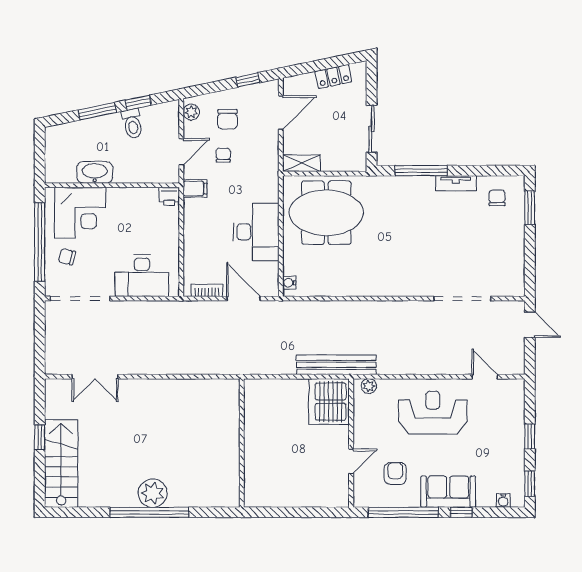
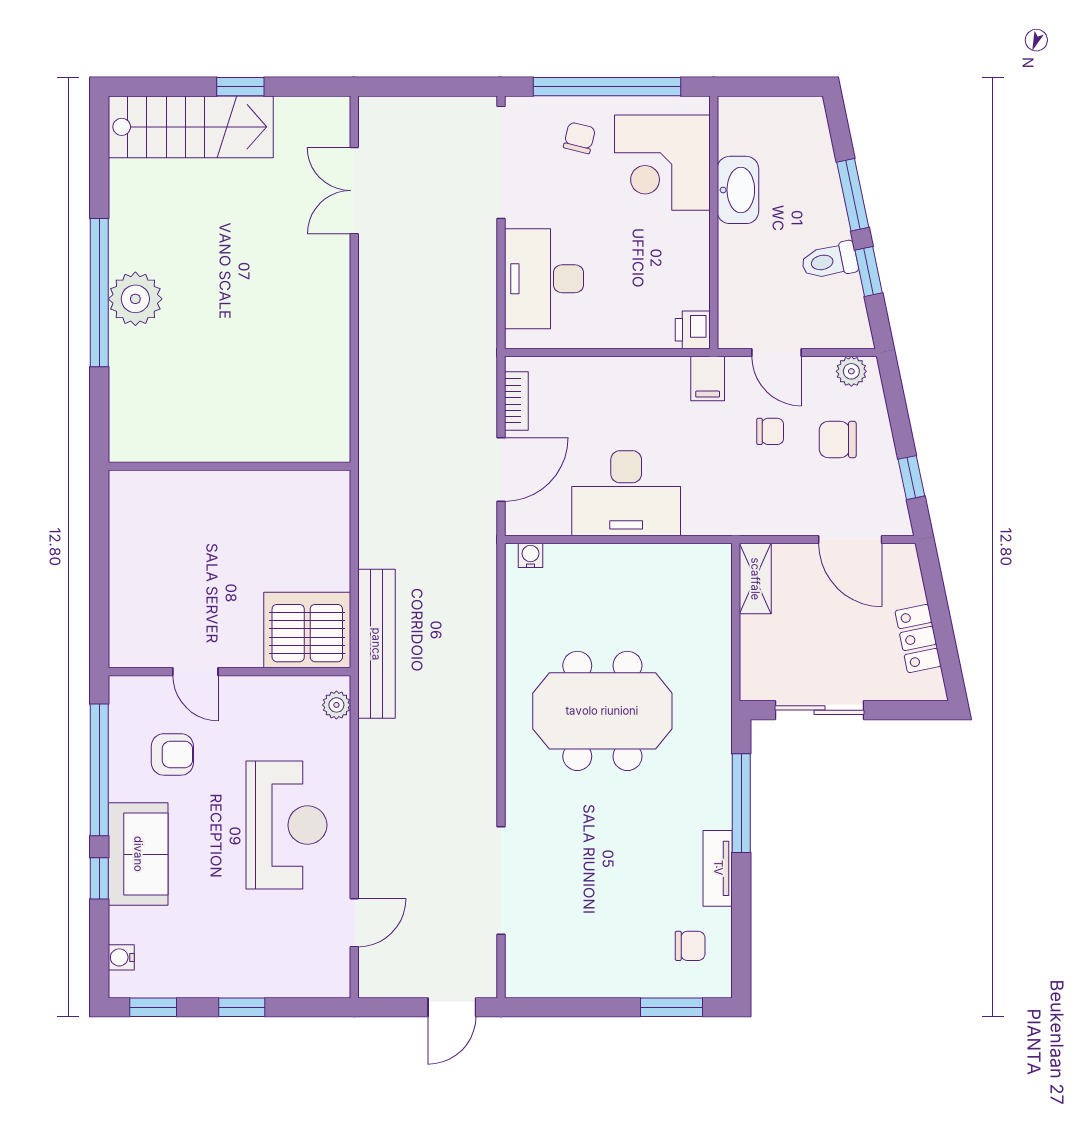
meeting table: (326, 213) -> (602, 711), moved, turned 90

